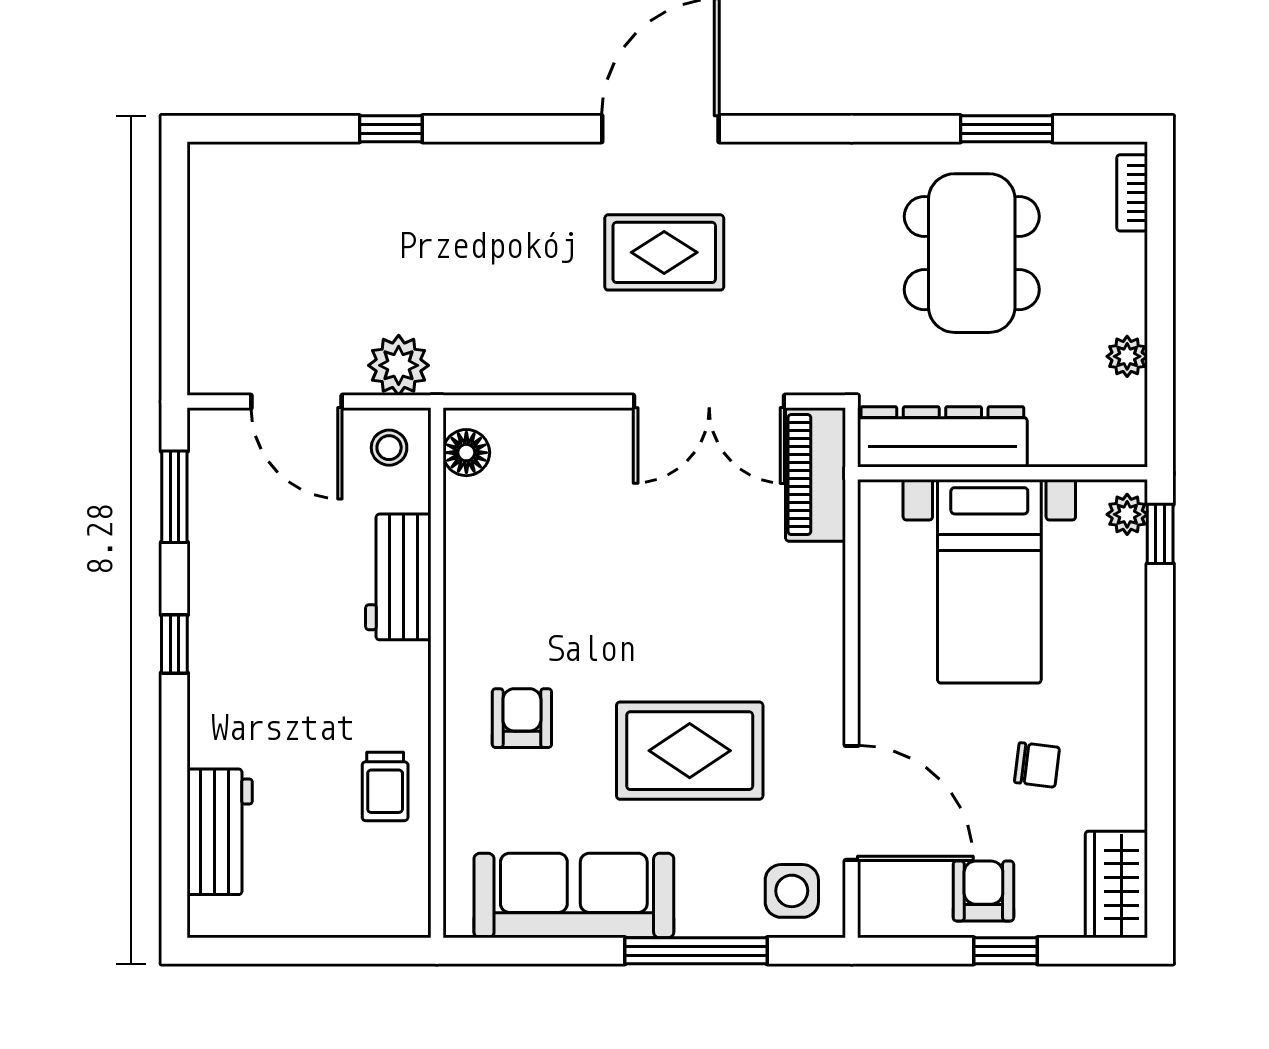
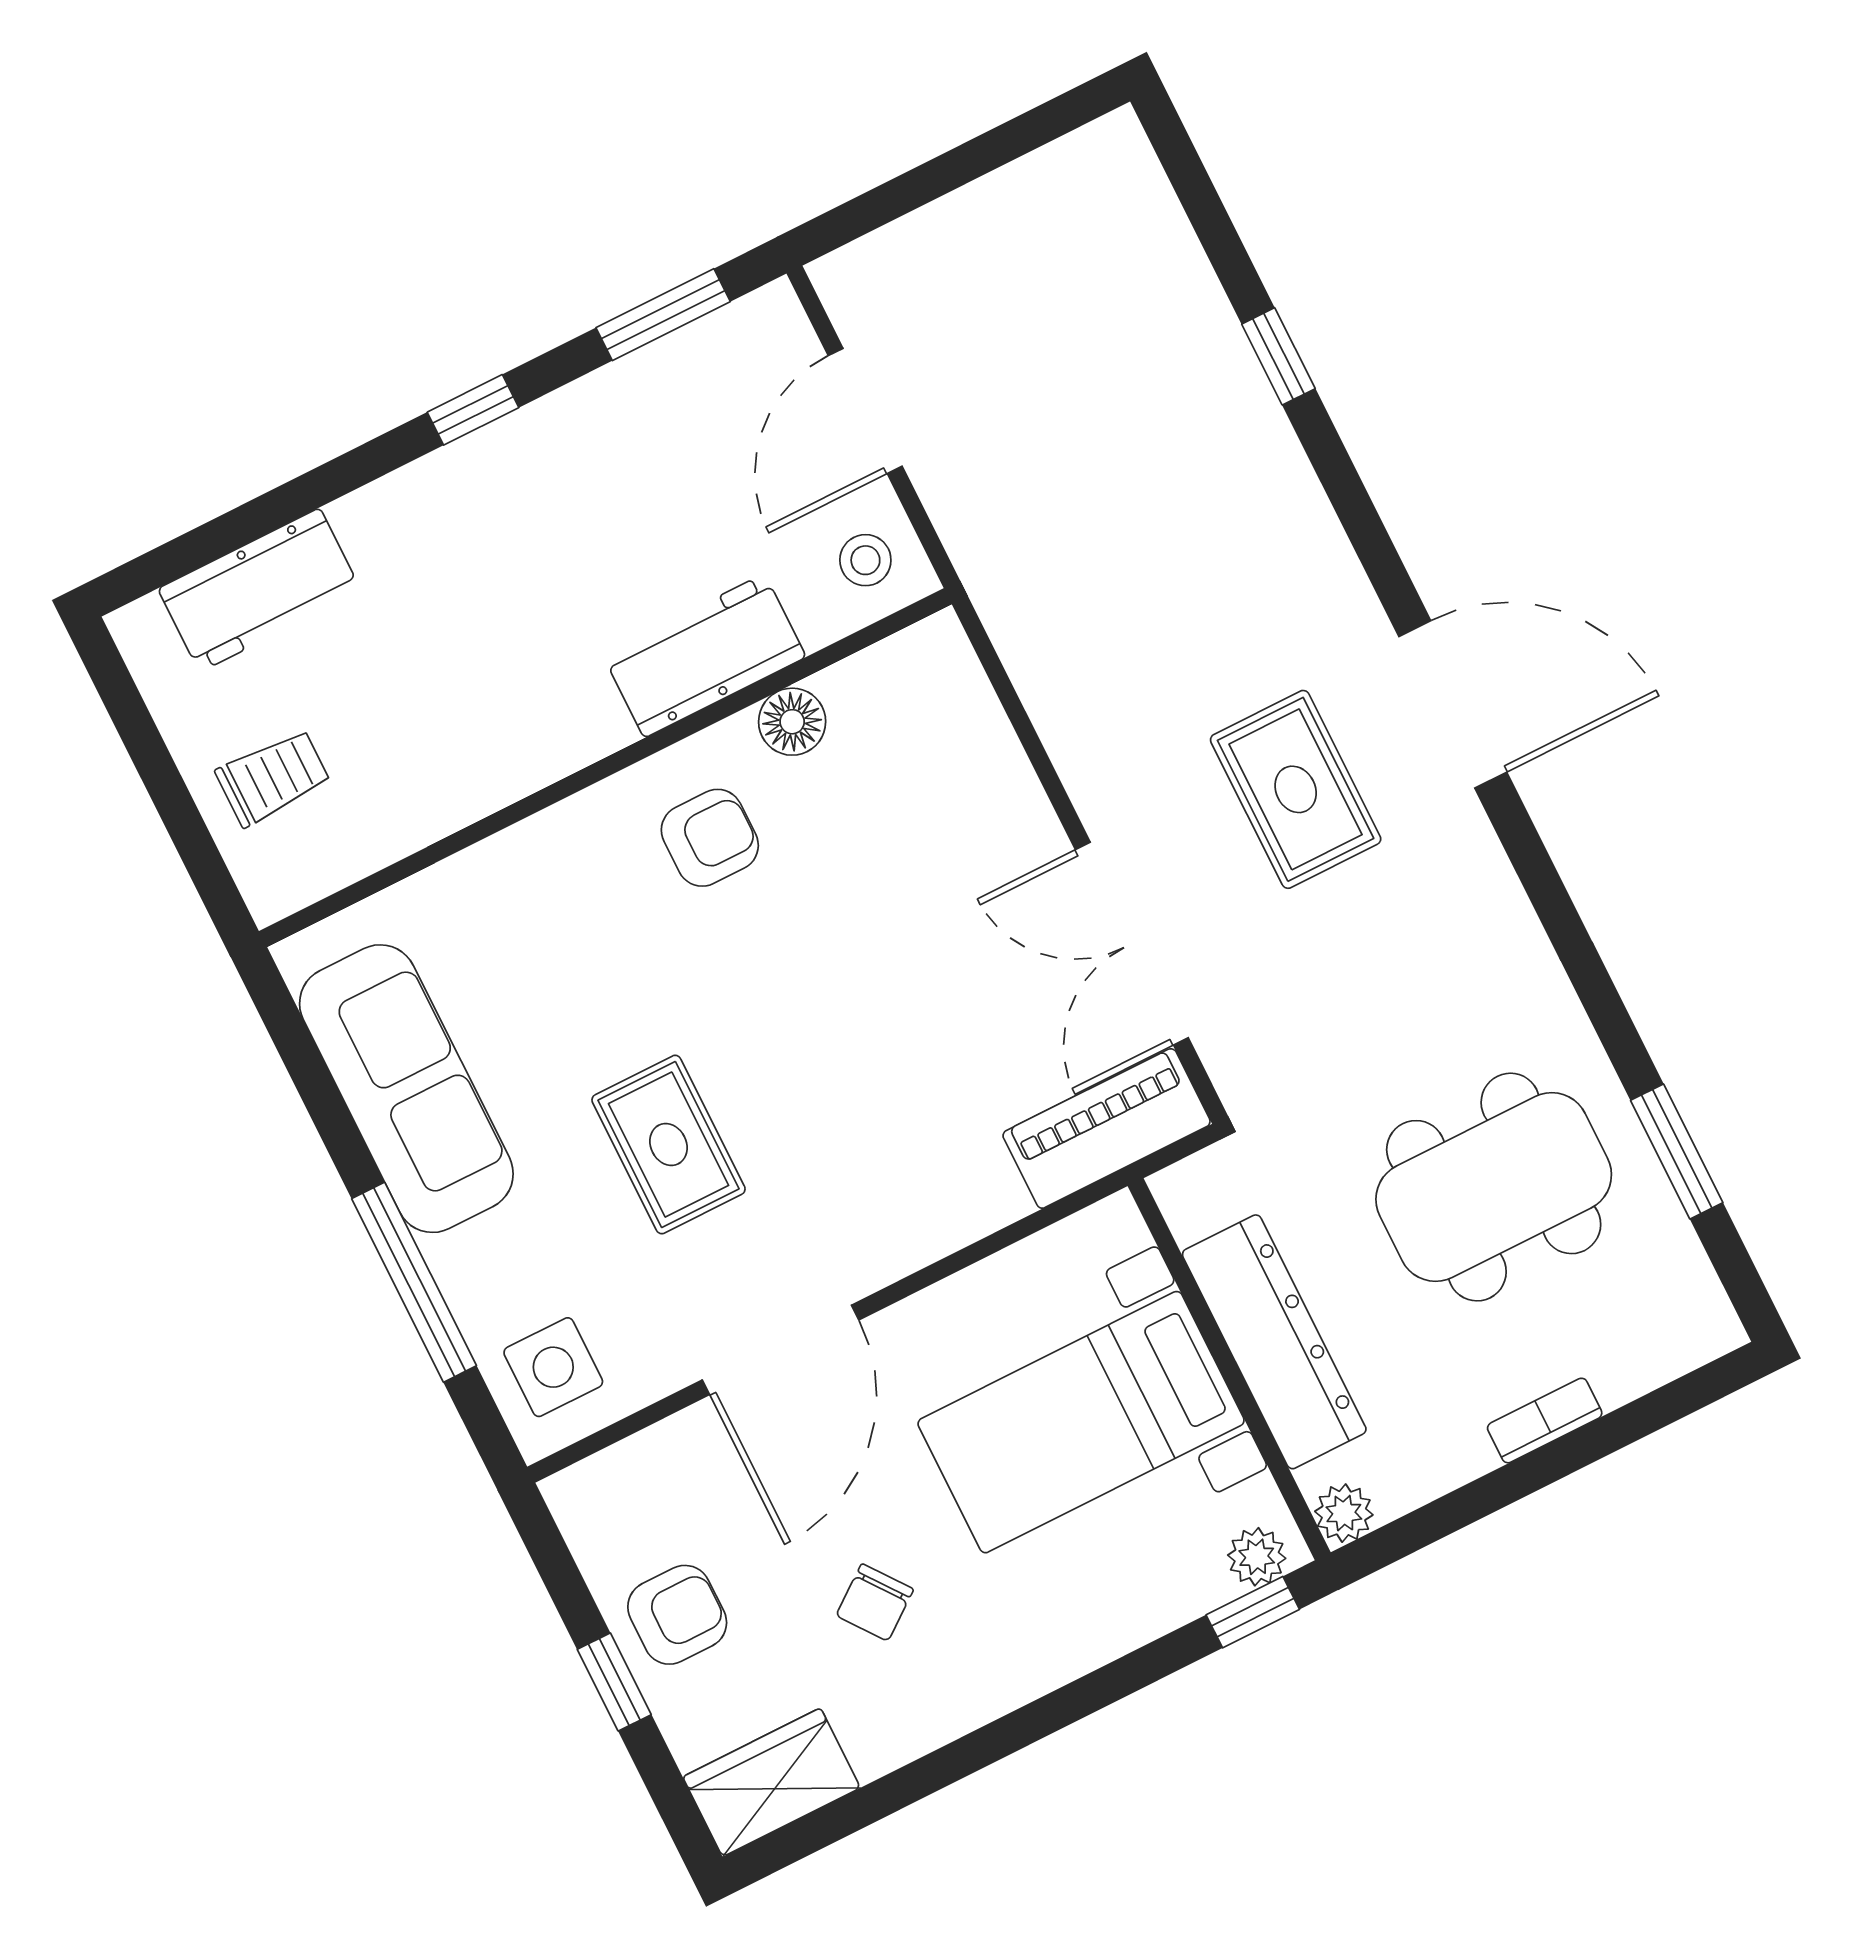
bookcase: (1132, 193) -> (1545, 1421), moved
plant: (1127, 356) -> (1344, 1513), moved
plant: (399, 365) -> (978, 519), removed
dresser: (942, 437) -> (1274, 1342), moved
floor lamp: (466, 453) -> (792, 722), moved
armchair: (522, 718) -> (710, 838), moved
rug: (690, 751) -> (669, 1145), width x0.73, depth x0.70
chair: (1037, 765) -> (875, 1602), turned 46
trolley: (385, 786) -> (273, 778), moved, turned 180
door: (852, 803) -> (780, 1350), moved

